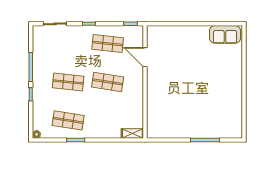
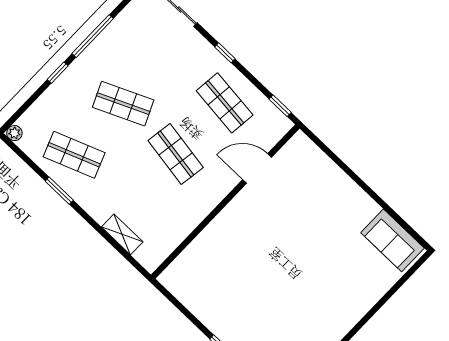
door: (145, 57) -> (257, 168), hinge flipped
shop shelf: (68, 82) -> (123, 104), turned -30
shop shelf: (68, 120) -> (74, 155), turned -30
shelving: (132, 134) -> (122, 234), moved

